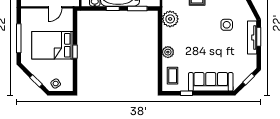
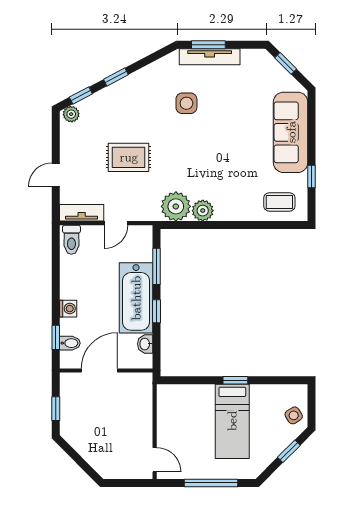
door: (55, 7) -> (155, 460), moved
bed: (52, 45) -> (232, 421), width x0.67
plant: (168, 52) -> (203, 211), moved

